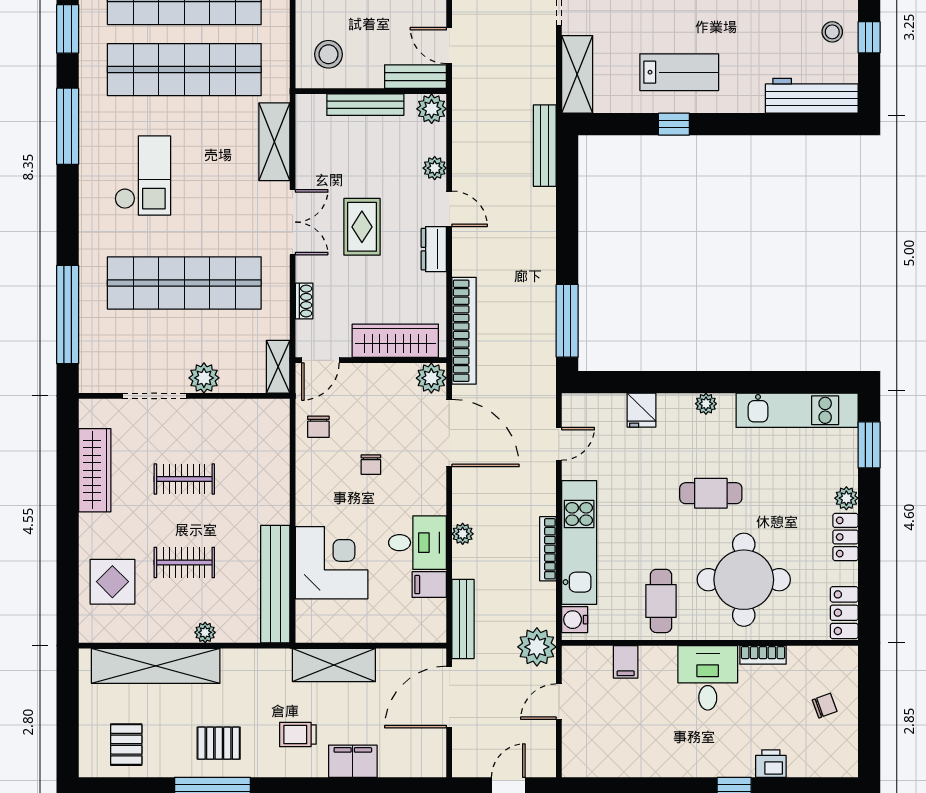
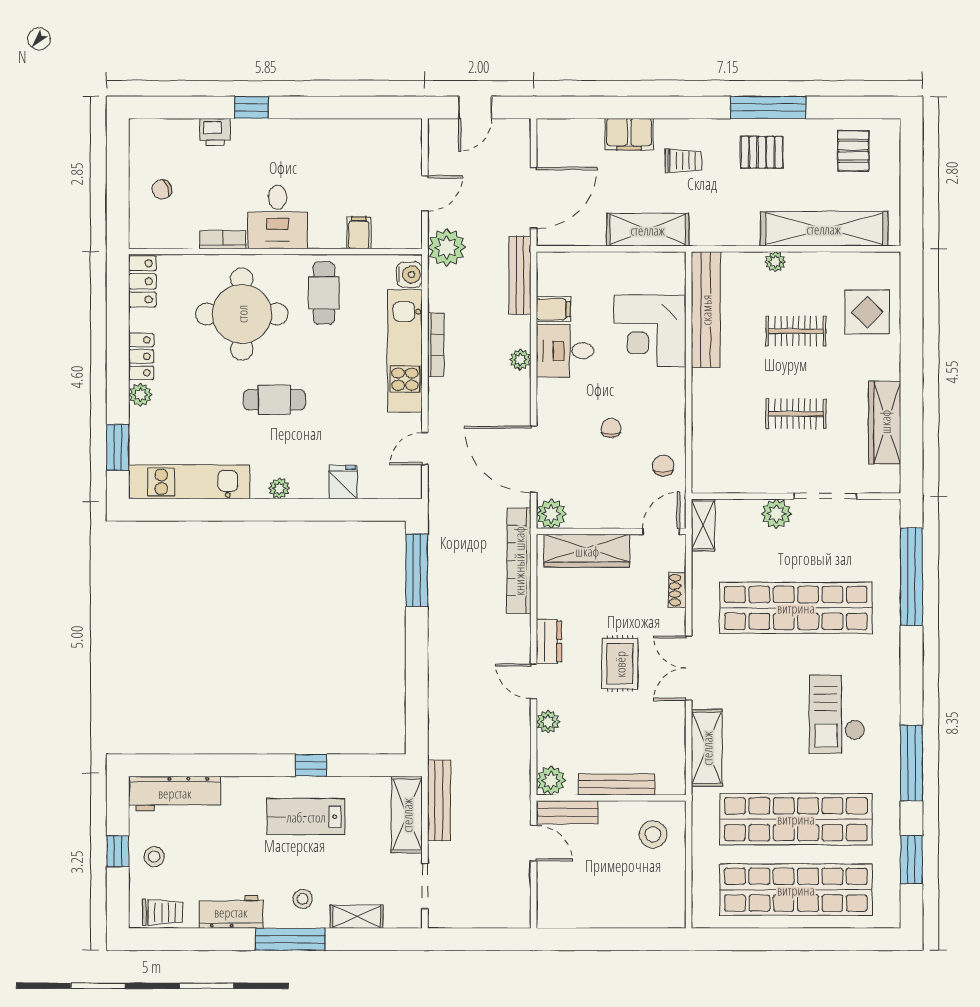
bench: (545, 146) -> (439, 800), moved

